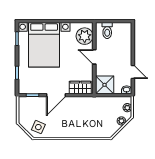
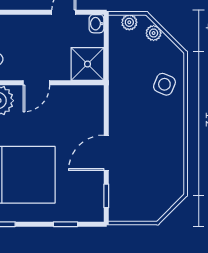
wardrobe: (80, 87) -> (92, 108), removed
door: (56, 95) -> (106, 153), swing flipped
side table: (38, 127) -> (164, 84), moved

